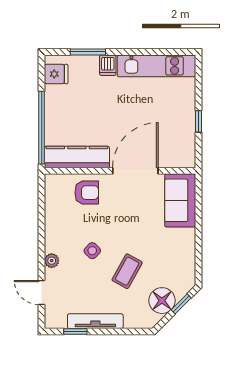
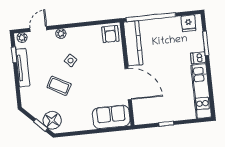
armchair: (87, 193) -> (110, 34), moved
floor lamp: (162, 301) -> (52, 120), moved
plant: (52, 317) -> (22, 38), added

